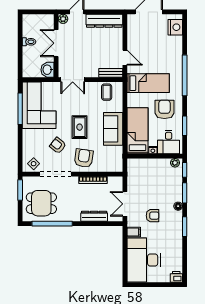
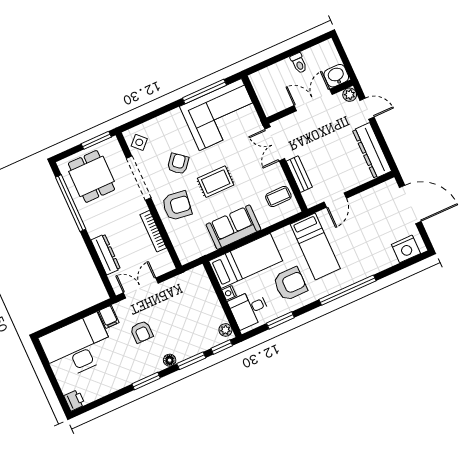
washbasin: (47, 70) -> (336, 76), moved
bench: (111, 73) -> (299, 174), moved

